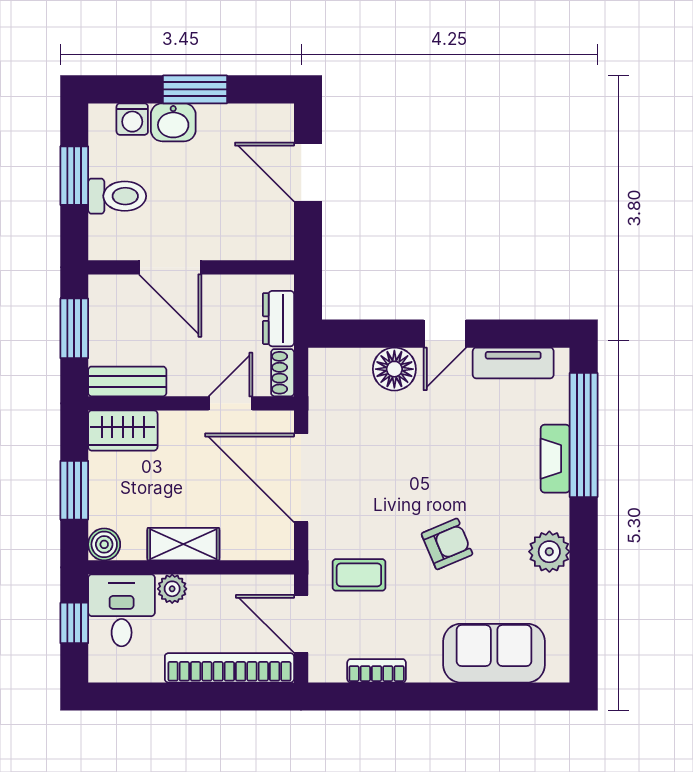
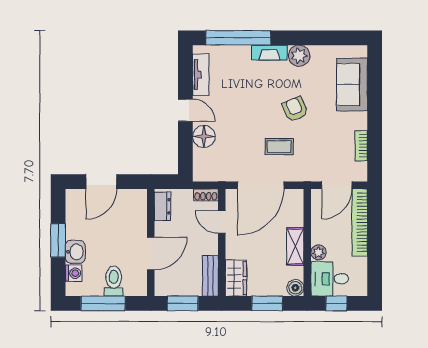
window: (74, 176) -> (103, 303), width x1.44
dresser: (278, 319) -> (163, 206), moved, turned -90
fireplace: (555, 459) -> (269, 53), moved
coffee table: (359, 575) -> (279, 147), moved, turned 90

